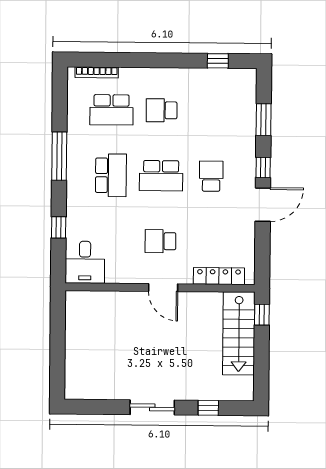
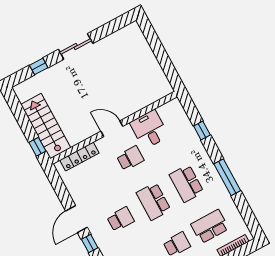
school desk: (161, 176) -> (154, 201), turned -90
school desk: (211, 176) -> (121, 219), turned -90
desk: (85, 262) -> (149, 129), moved

